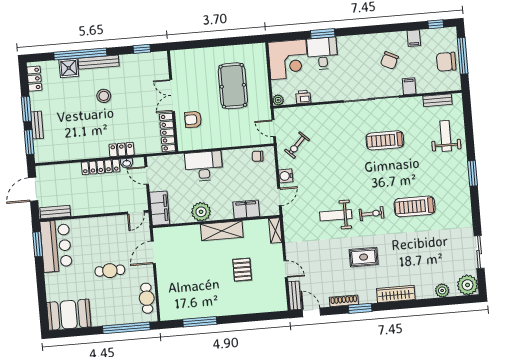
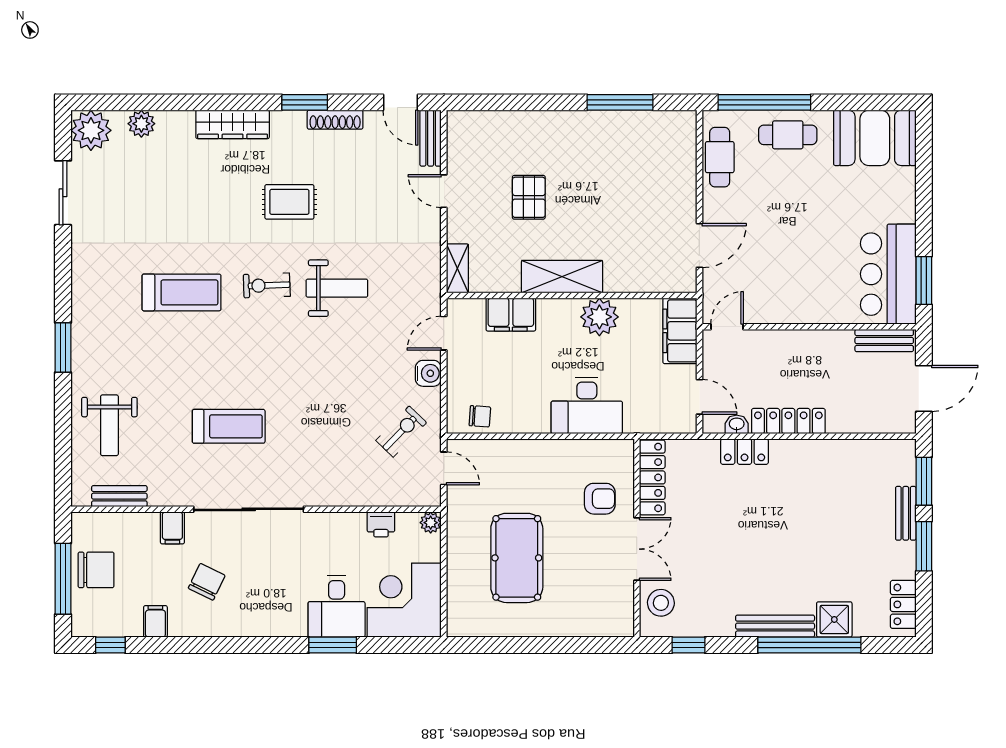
stool: (104, 96) -> (661, 603), moved
cafe table: (110, 271) -> (788, 135), moved

